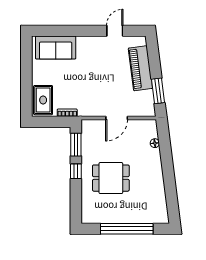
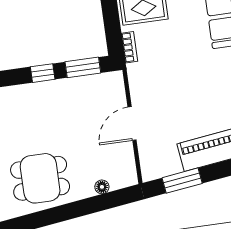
door: (117, 118) -> (132, 123), hinge flipped
dining table: (111, 178) -> (40, 178), moved, turned 90

